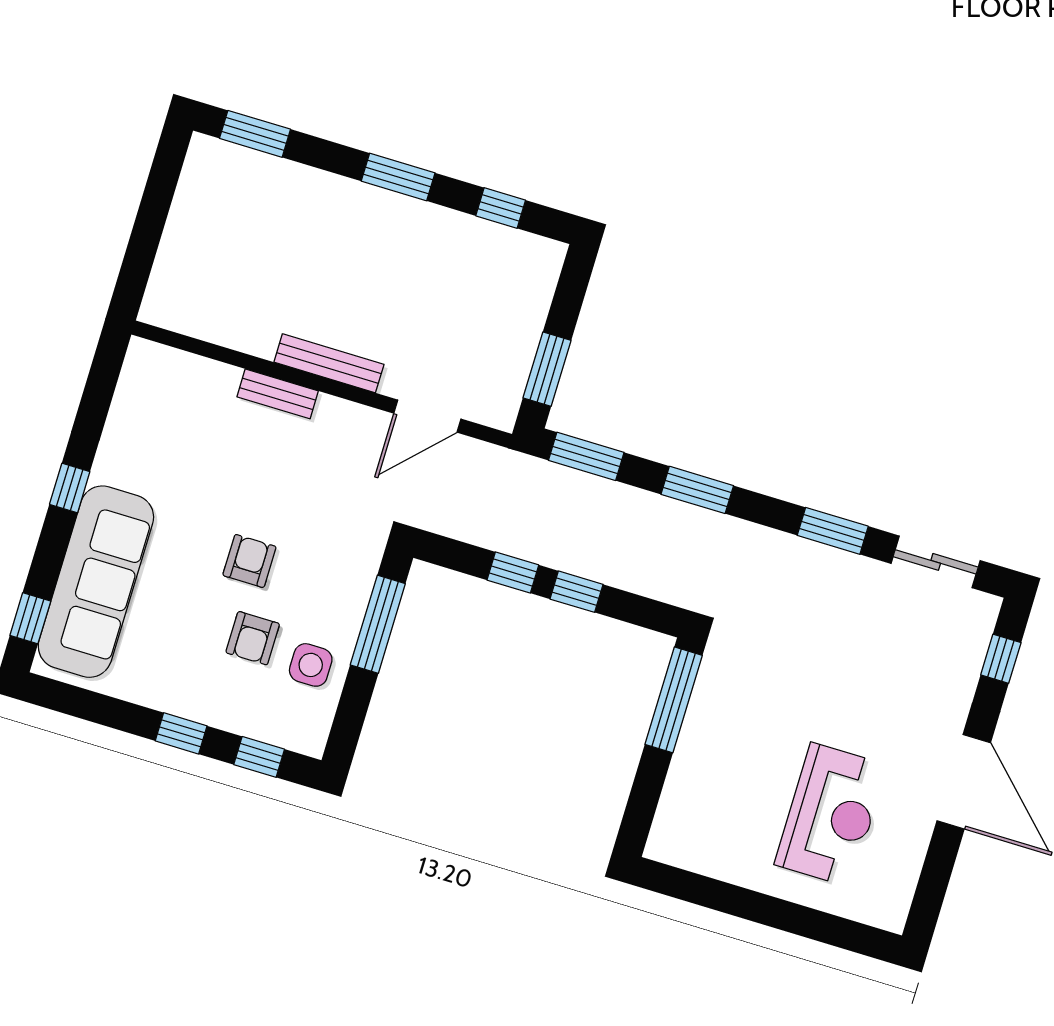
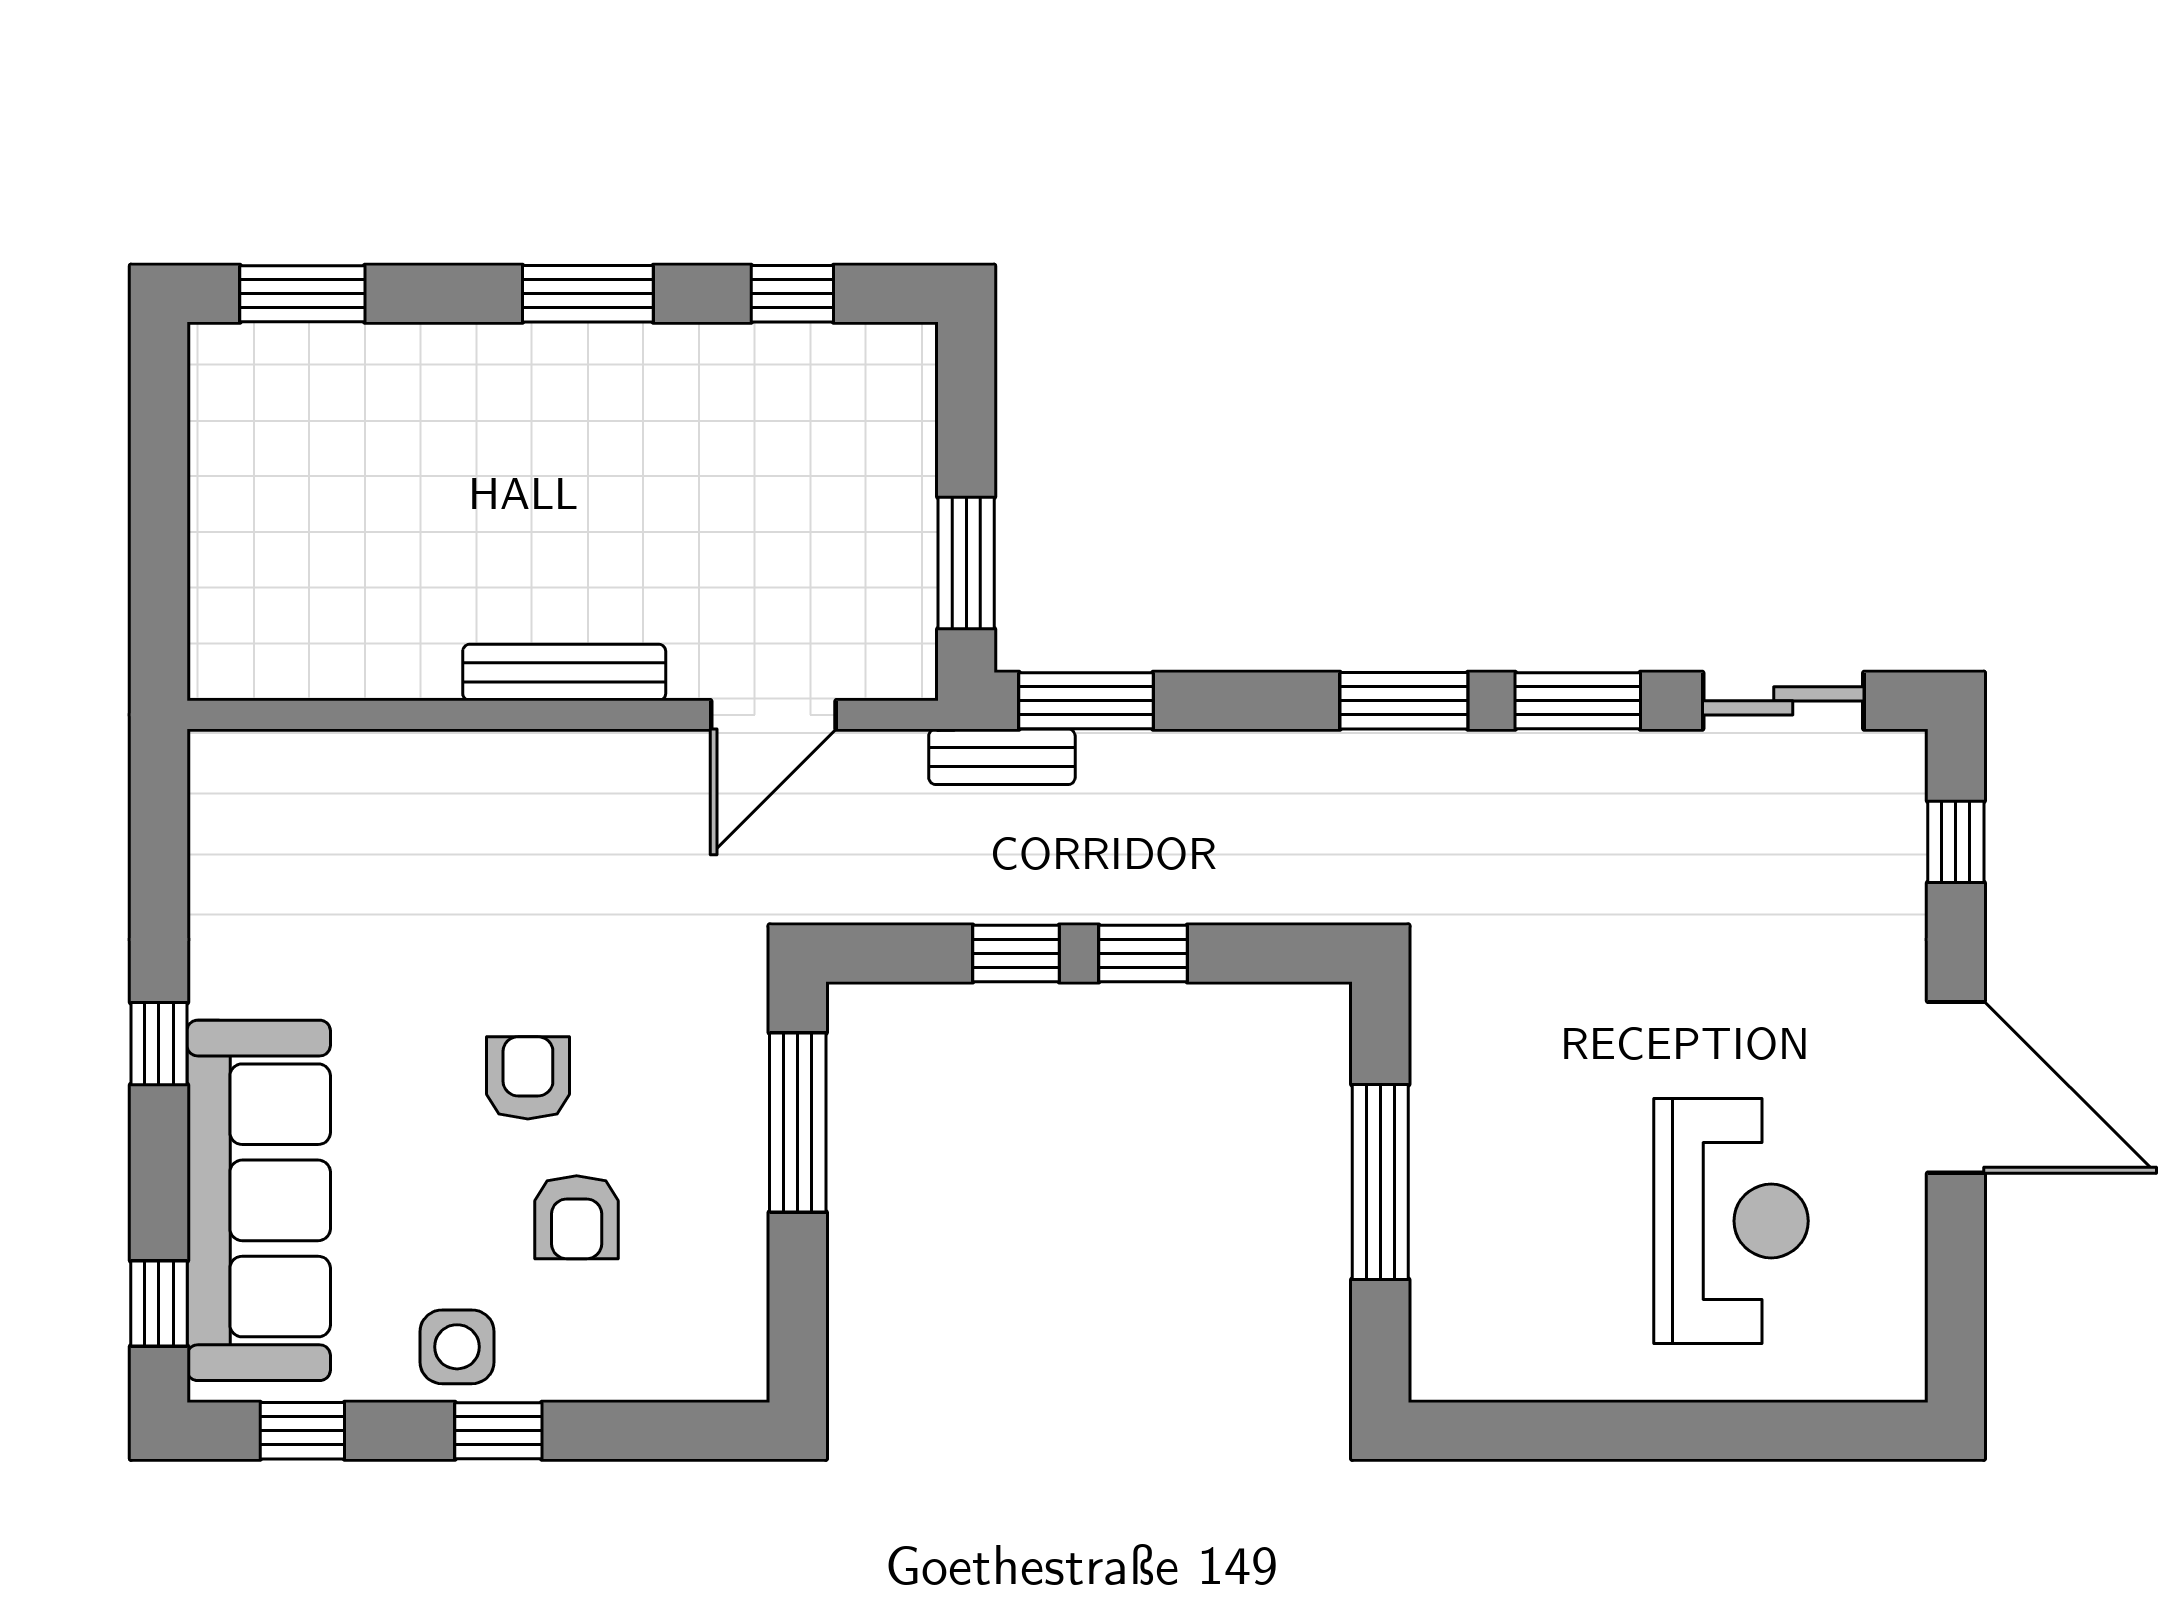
bench: (278, 394) -> (1002, 757), moved
window: (697, 490) -> (1404, 701), moved
side table: (311, 665) -> (457, 1347), moved
window: (674, 700) -> (1380, 1182), moved
window: (259, 757) -> (302, 1431), moved

